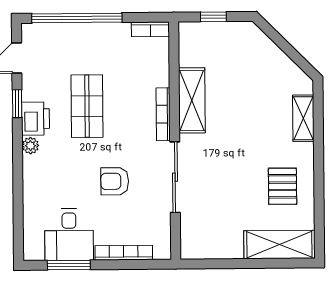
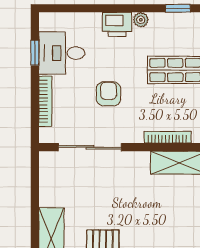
printer: (35, 119) -> (117, 24), moved
sliding door: (175, 177) -> (90, 147), moved
window: (69, 265) -> (35, 53), width x0.67

